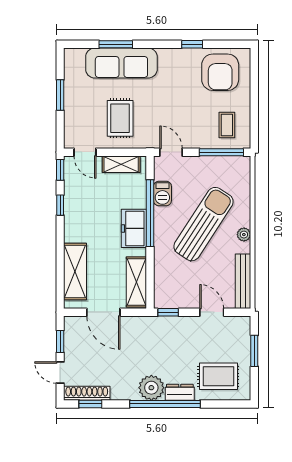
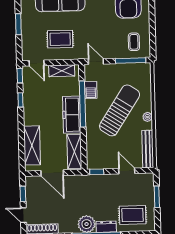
rug: (120, 118) -> (60, 39), turned 90
freezer: (134, 228) -> (72, 115), width x1.40

